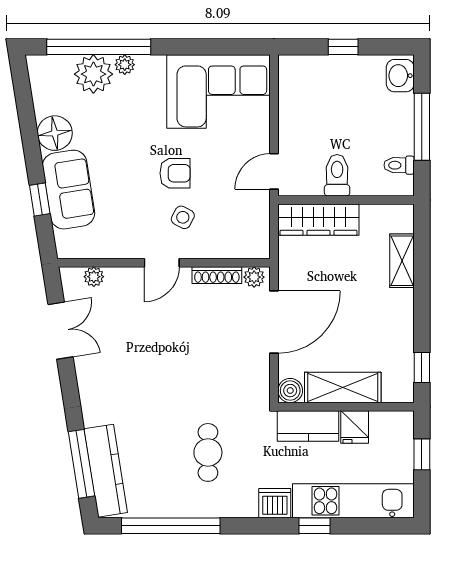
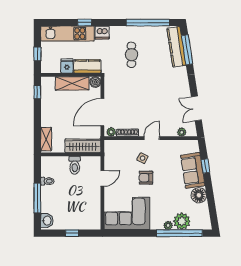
toilet: (337, 175) -> (75, 165), moved
wall: (346, 200) -> (71, 154), moved
wardrobe: (318, 220) -> (83, 146), moved

